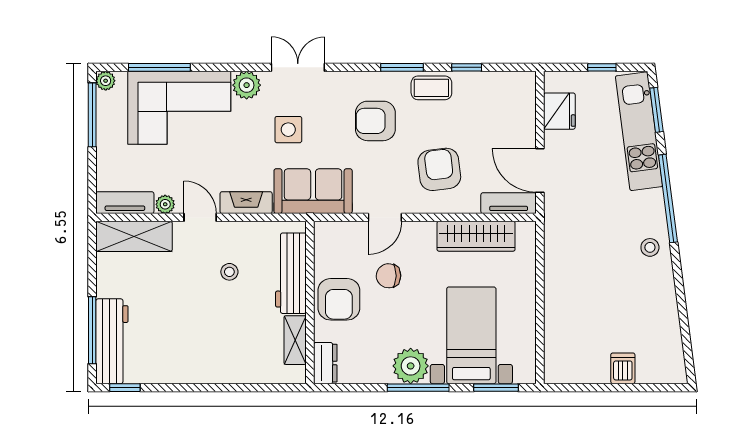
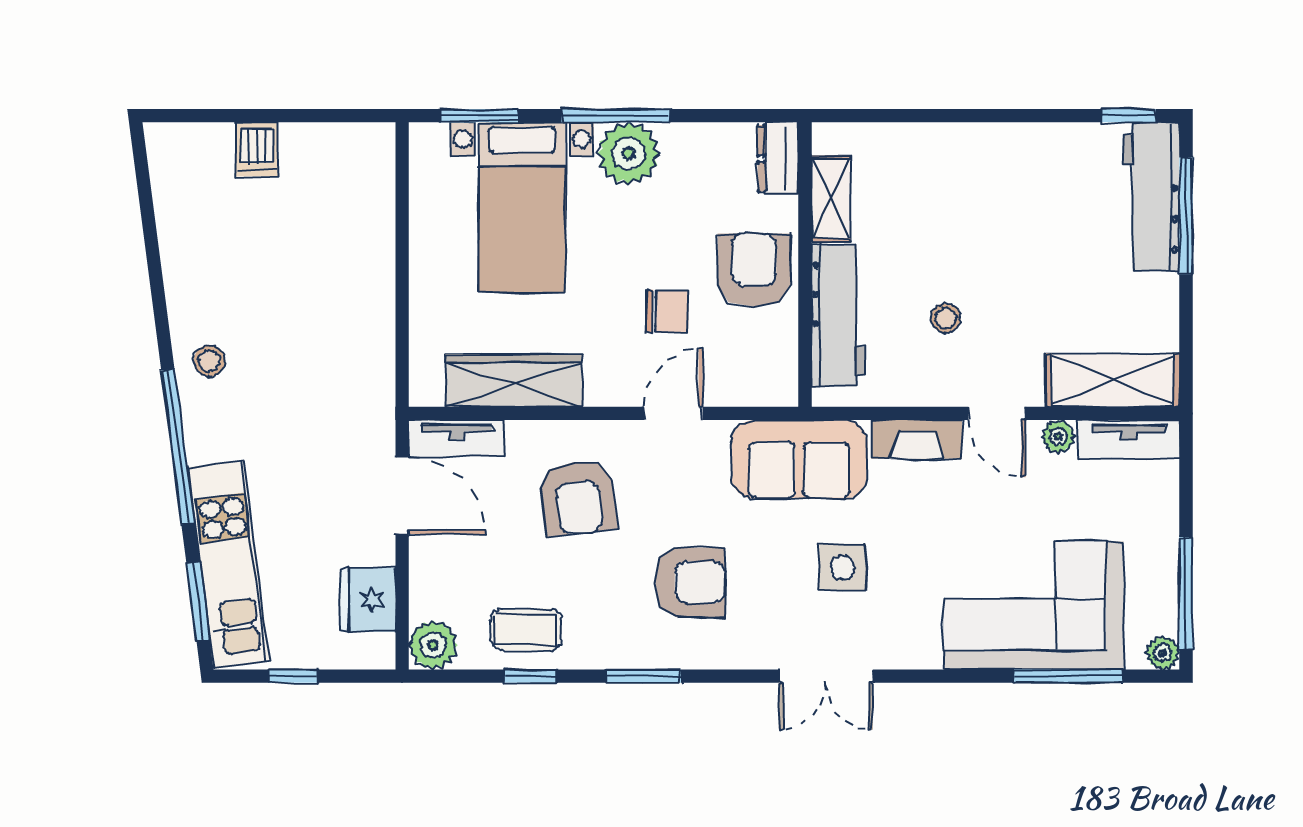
plant: (247, 85) -> (433, 645), moved
coffee table: (431, 88) -> (526, 630), moved

